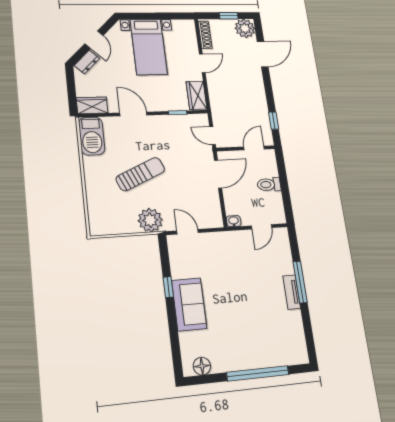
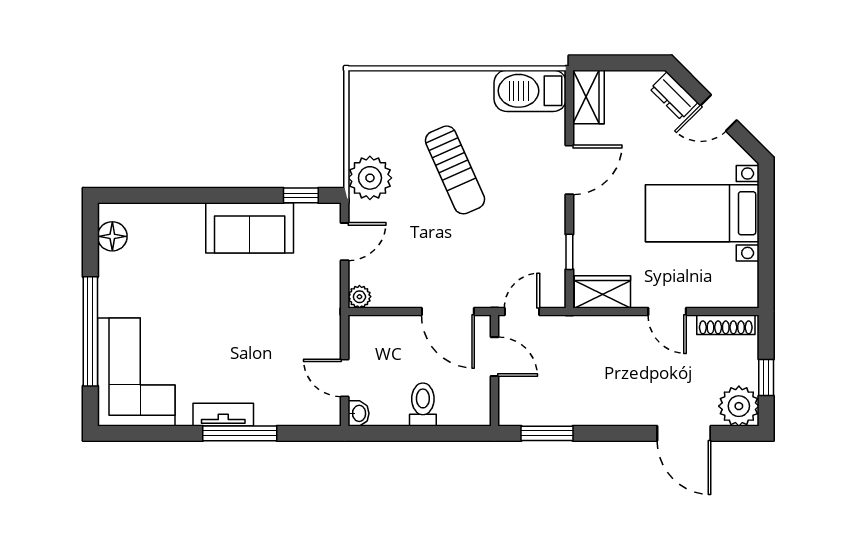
window: (274, 121) -> (547, 433), width x1.50
door: (254, 148) -> (494, 357), moved
washbasin: (234, 221) -> (358, 413), moved
plant: (217, 222) -> (359, 297), added
window: (168, 287) -> (301, 195), moved
sofa: (189, 304) -> (250, 228), moved
corner sofa: (276, 344) -> (136, 372), added

